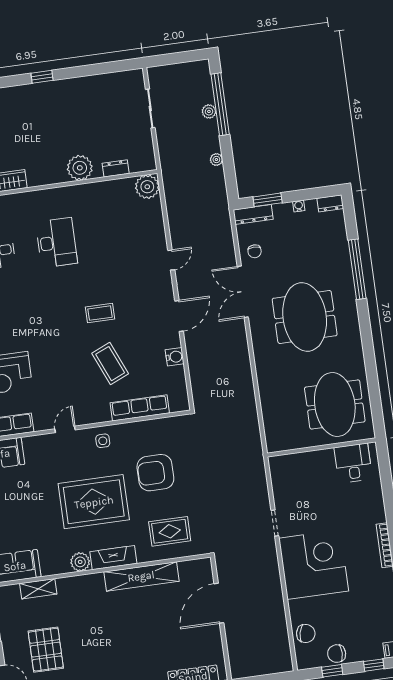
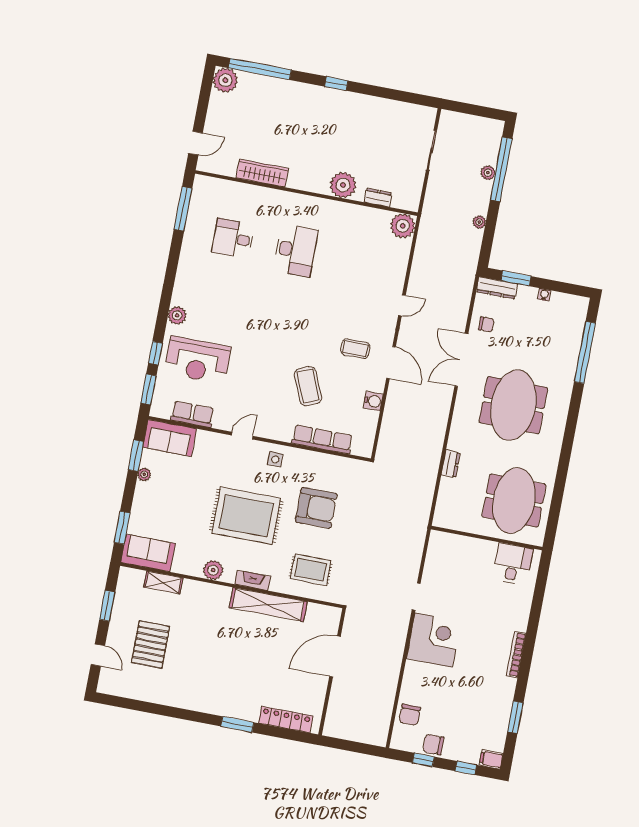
dresser: (330, 203) -> (451, 464), moved, turned -90
chair: (255, 251) -> (486, 324), turned -90
window: (357, 269) -> (585, 352), moved
coffee table: (100, 313) -> (355, 349), moved
door: (179, 316) -> (391, 363), hinge flipped
armchair: (155, 473) -> (316, 508), turned 180
fireplace: (113, 558) -> (253, 580), width x0.73, depth x0.76
corner desk: (314, 565) -> (434, 640), width x0.74, depth x0.74
chair: (306, 634) -> (410, 715), turned 77

